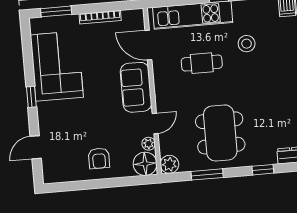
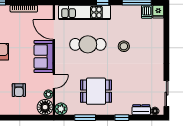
stool: (247, 44) -> (124, 46), moved
cafe table: (202, 63) -> (88, 44), width x1.37, depth x1.35
dining table: (220, 133) -> (96, 91), width x0.73
armchair: (99, 158) -> (19, 90), moved

